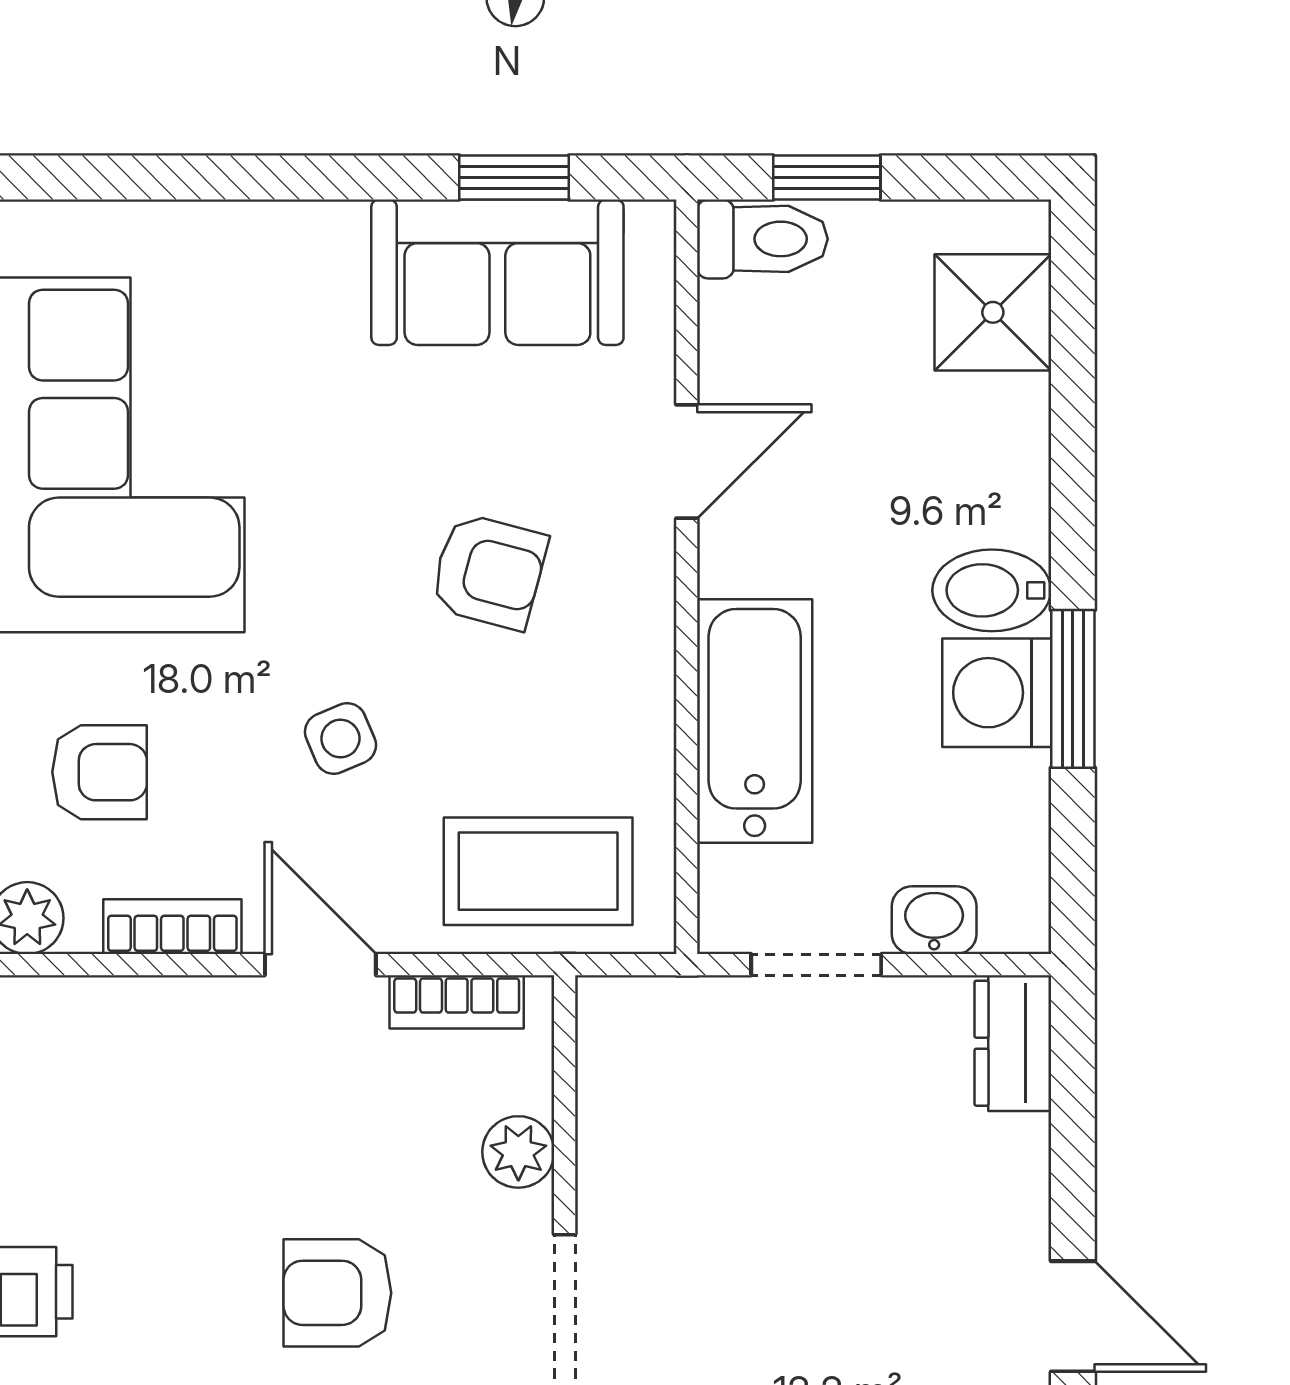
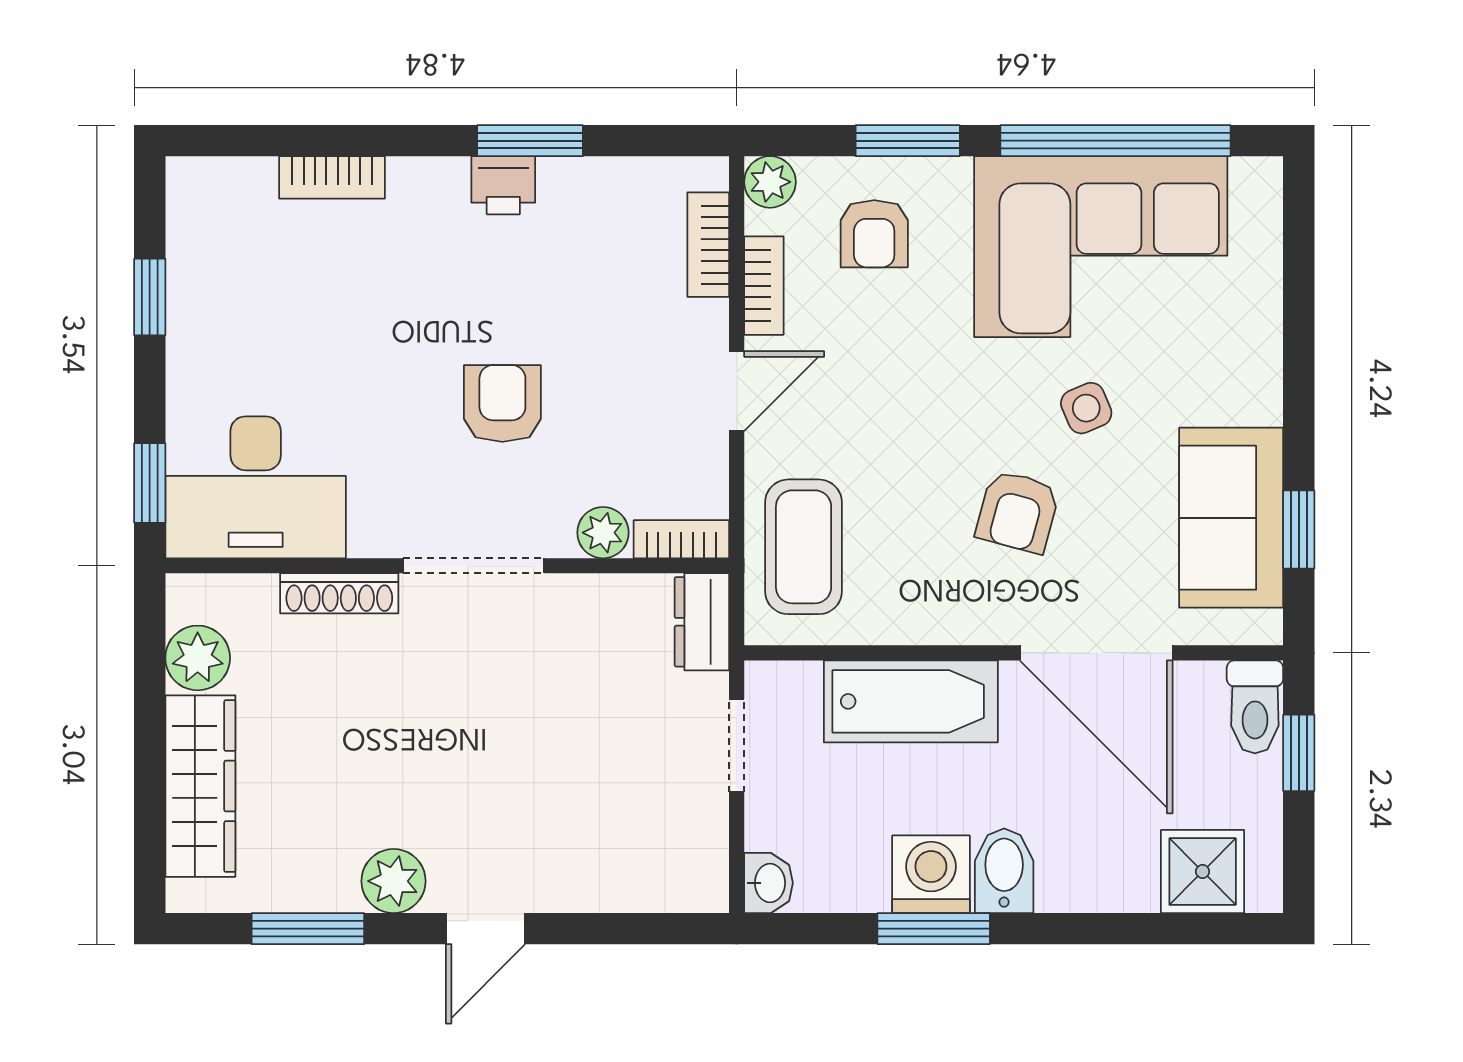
door: (687, 462) -> (1096, 653), width x1.88
side table: (340, 739) -> (1086, 408), moved
washbasin: (934, 920) -> (769, 883), moved
bookcase: (457, 1002) -> (681, 539), moved, turned 90
bookcase: (115, 1004) -> (708, 245), added
dresser: (1013, 1043) -> (702, 622), moved, turned -90

